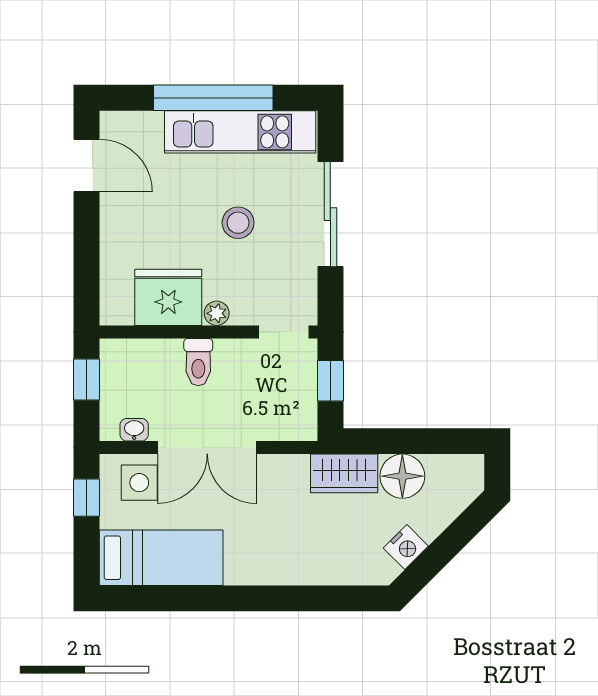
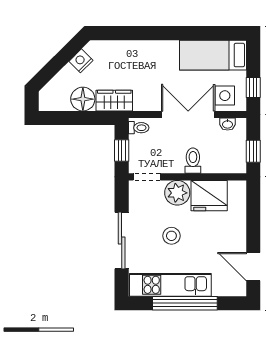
plant: (217, 313) -> (177, 193), width x1.88, depth x1.88
toilet: (299, 423) -> (139, 128), added

